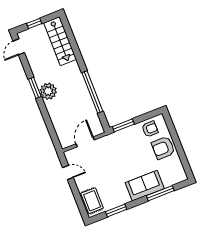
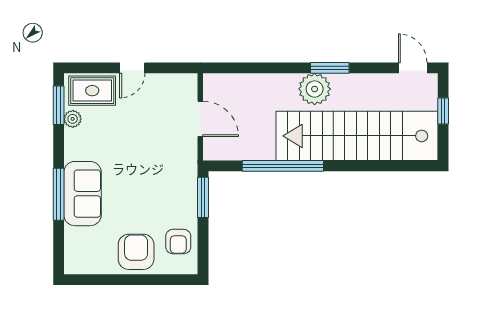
stairs: (60, 41) -> (357, 136), width x1.86, depth x1.51
door: (68, 173) -> (132, 68), moved
window: (160, 193) -> (59, 194), moved
plant: (110, 205) -> (73, 119), added
window: (116, 210) -> (59, 105), moved

